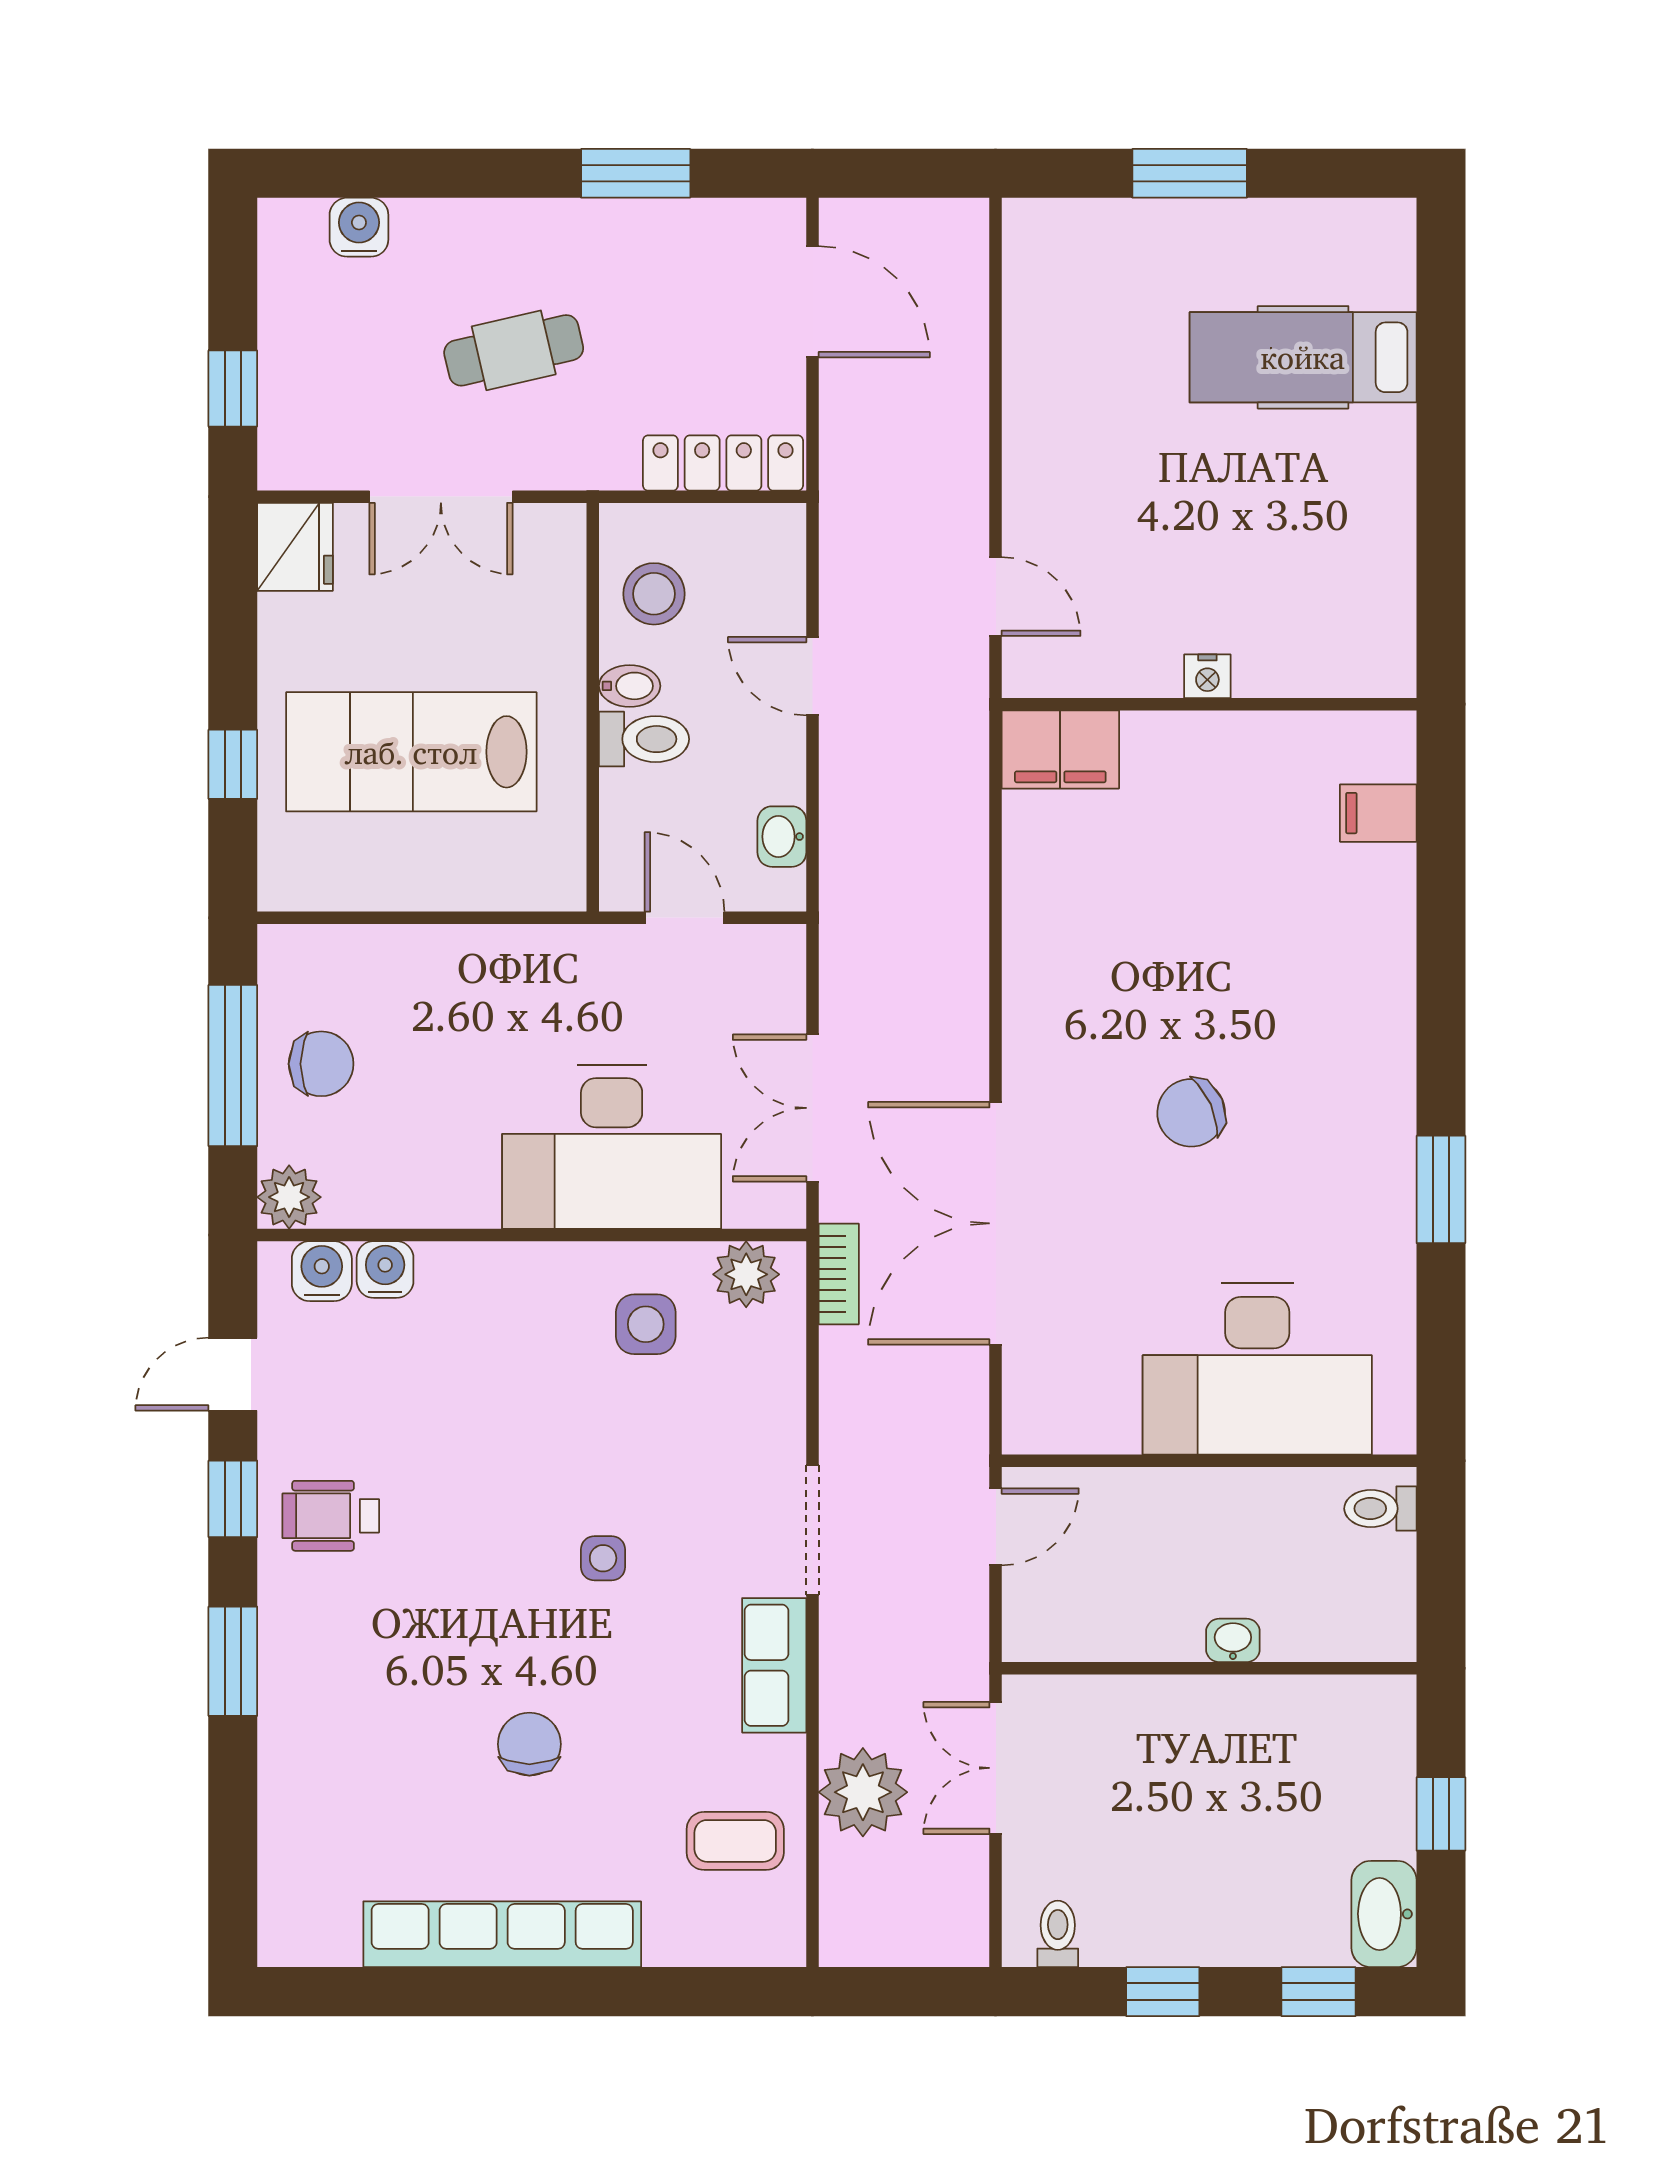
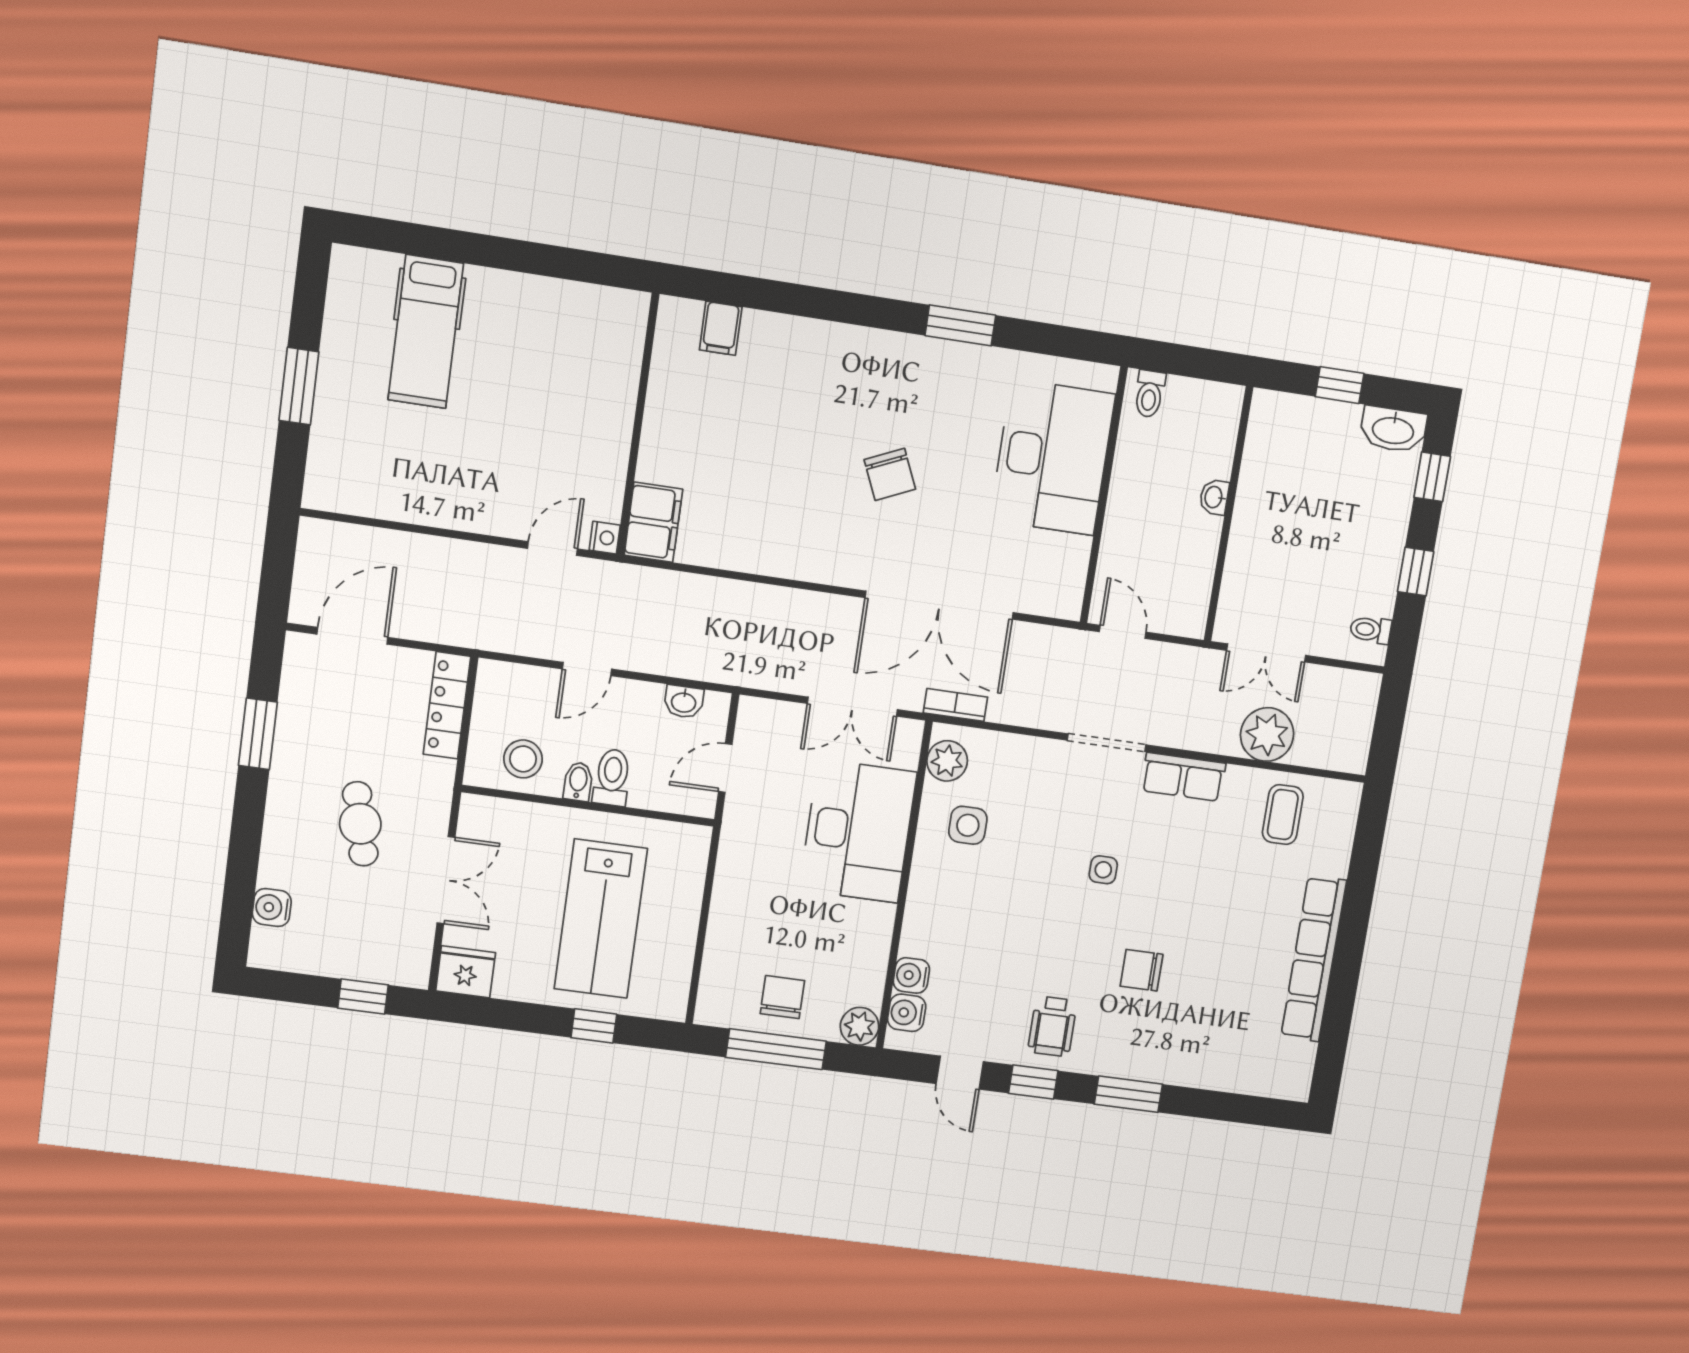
nightstand: (1207, 676) -> (605, 538), moved
chair: (529, 1744) -> (1142, 970), moved

